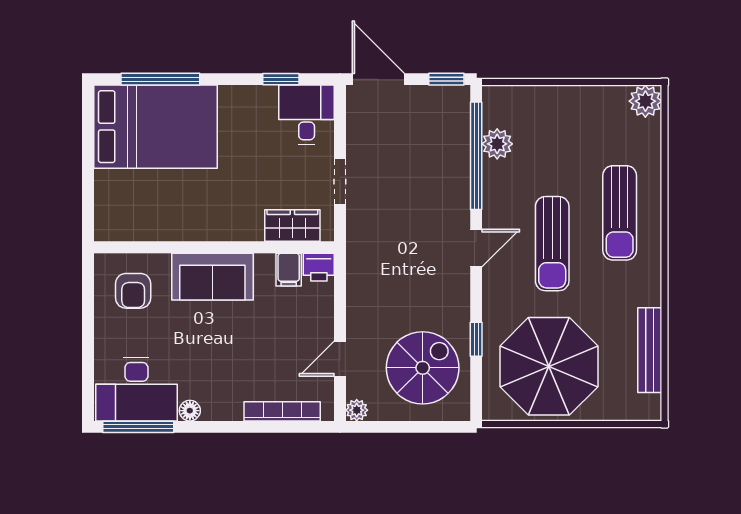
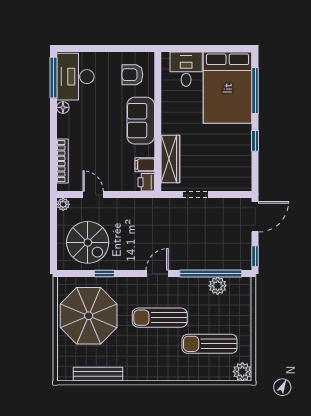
window: (281, 79) -> (255, 141), moved
desk: (307, 115) -> (186, 69), moved, turned -90
sun lounger: (620, 213) -> (210, 344), moved
wardrobe: (292, 225) -> (170, 159), width x1.50
door: (476, 248) -> (157, 274), swing flipped

